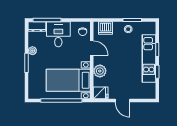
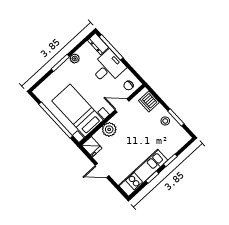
door: (92, 48) -> (122, 105), swing flipped
kitchen unit: (149, 58) -> (143, 173), moved
door: (122, 101) -> (102, 170), hinge flipped

